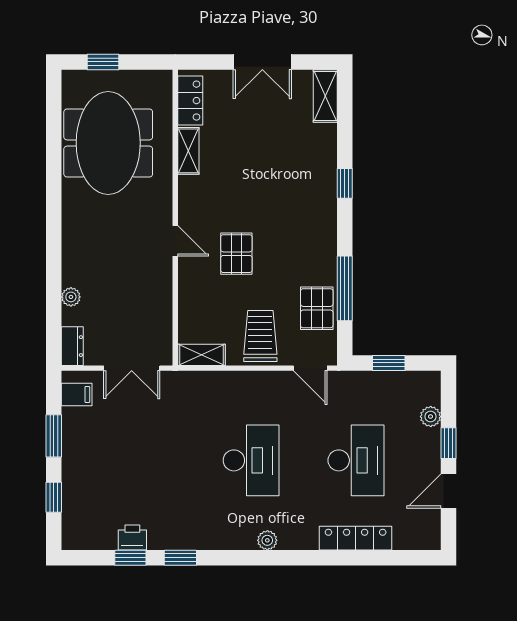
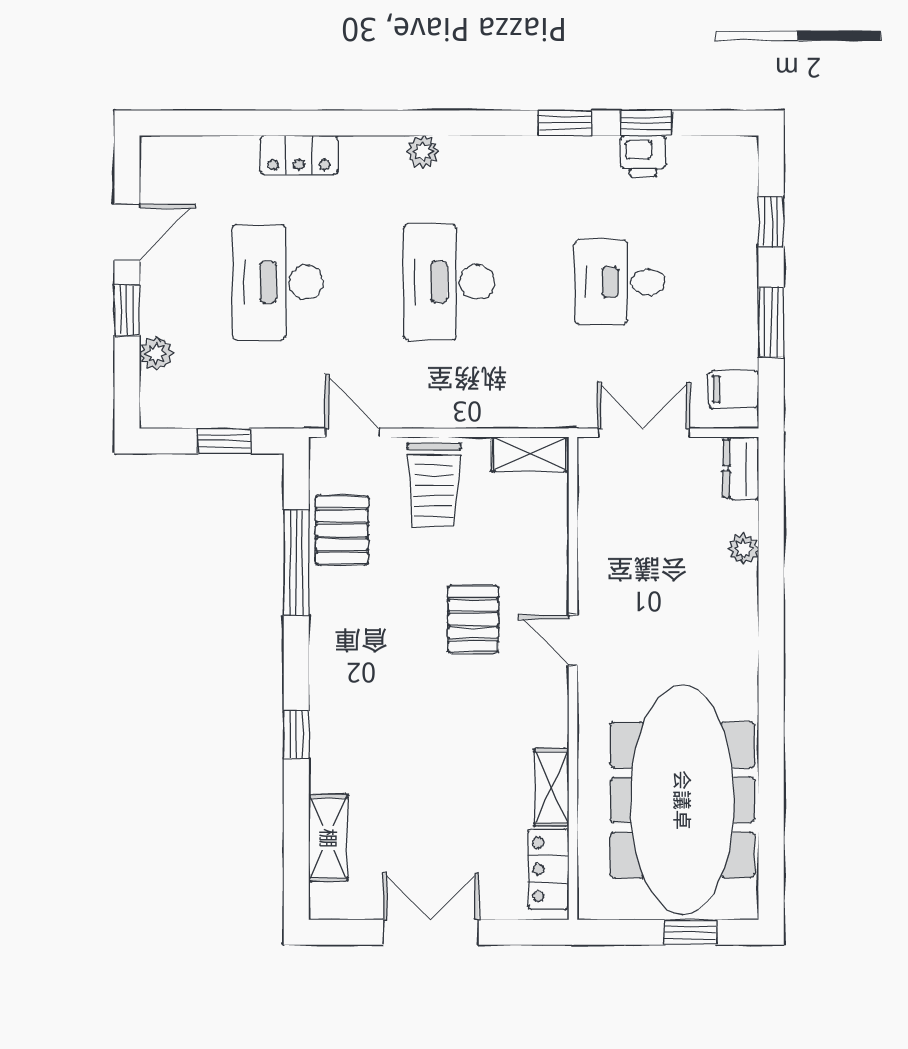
shelving: (325, 96) -> (328, 838), moved
meeting table: (108, 143) -> (682, 800), width x1.36
desk: (146, 460) -> (620, 282), added
locker: (356, 538) -> (299, 155), width x0.66

